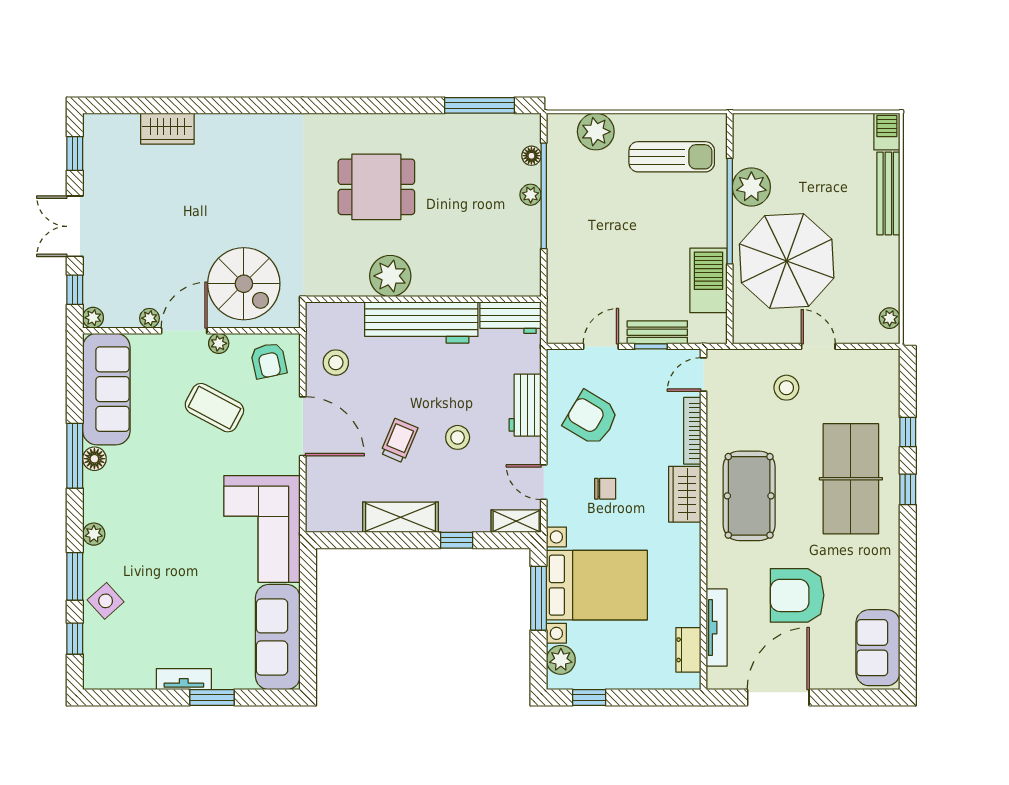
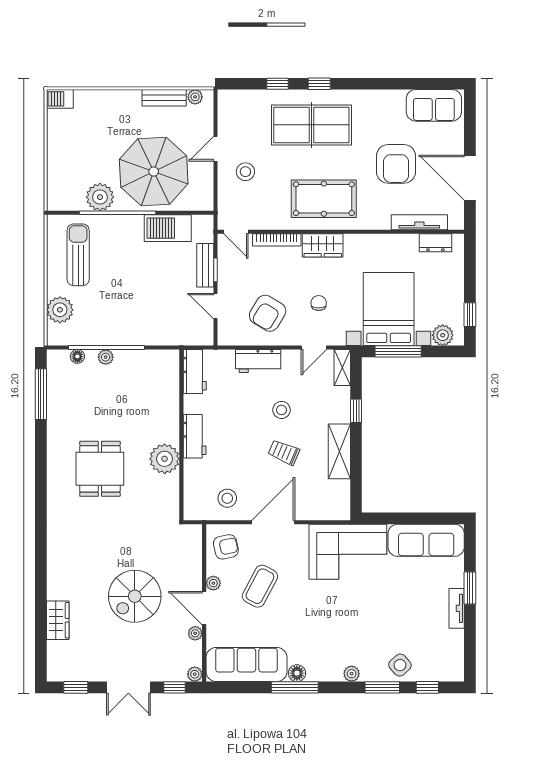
bench: (888, 193) -> (164, 98), moved, width x0.73
spiral stairs: (244, 284) -> (135, 596), moved, turned 180
workbench: (421, 322) -> (195, 436), width x0.53, depth x0.76

